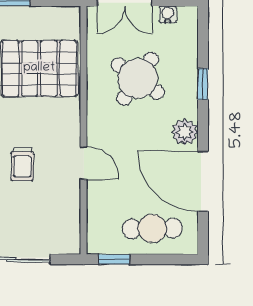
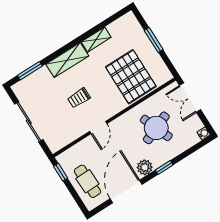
water cooler: (168, 14) -> (204, 133), moved
round table: (138, 79) -> (156, 128), turned 33
window: (203, 84) -> (164, 168), moved

